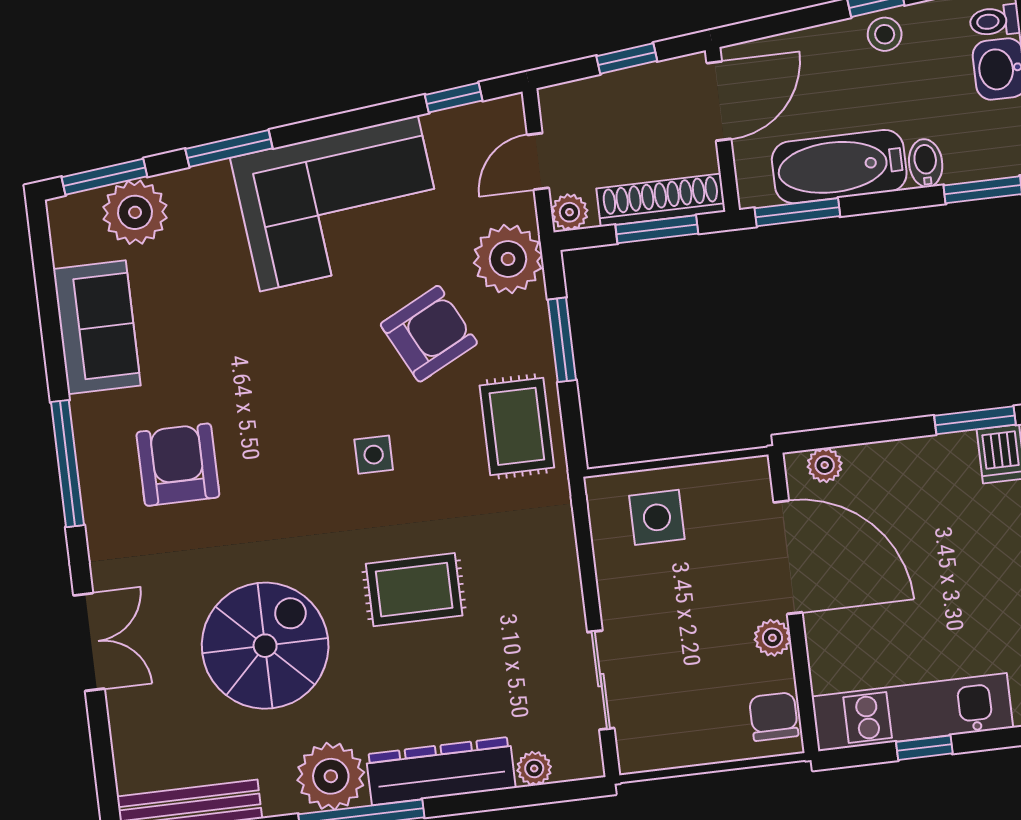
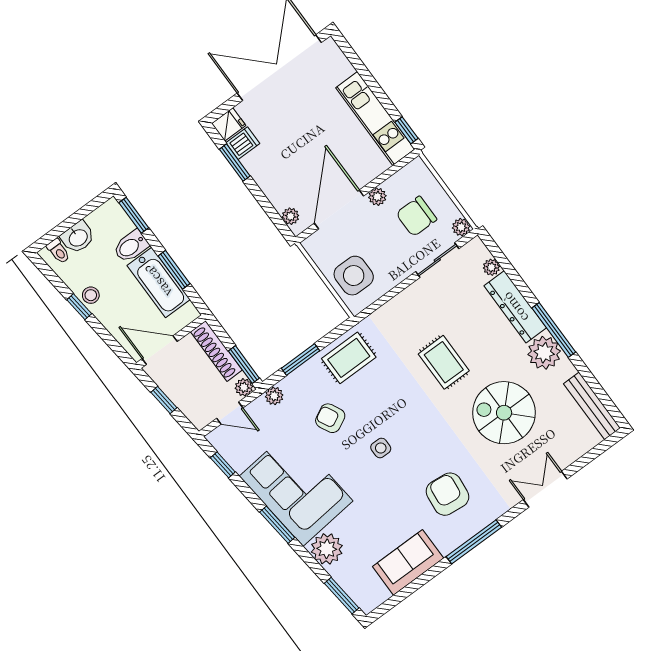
window: (229, 149) -> (277, 525), moved
bidet: (926, 163) -> (131, 246), width x1.38, depth x1.36
plant: (135, 212) -> (327, 549), moved
window: (797, 212) -> (174, 270), moved
window: (657, 229) -> (244, 365), moved
plant: (508, 259) -> (274, 396), width x0.53, depth x0.53
armchair: (429, 334) -> (330, 418), width x0.72, depth x0.72
side table: (374, 455) -> (381, 448), moved
armchair: (178, 465) -> (447, 494), turned 96
side table: (657, 517) -> (354, 276), width x1.37, depth x1.37
chair: (774, 717) -> (416, 216), moved, width x1.37, depth x1.37
window: (924, 748) -> (406, 130), moved
plant: (635, 755) -> (461, 227), added

